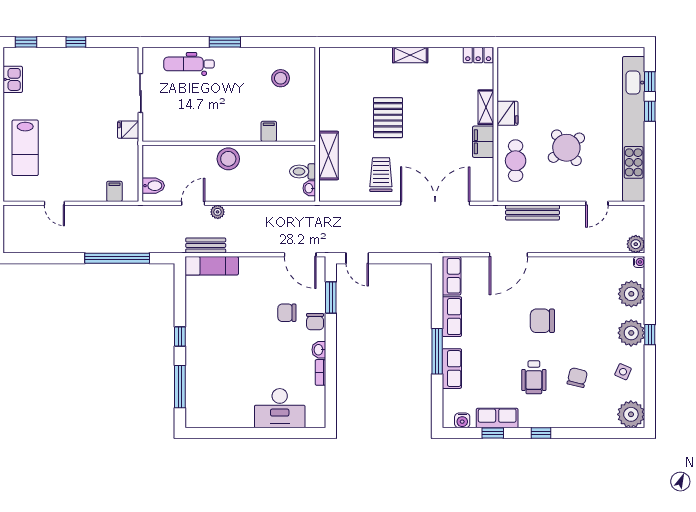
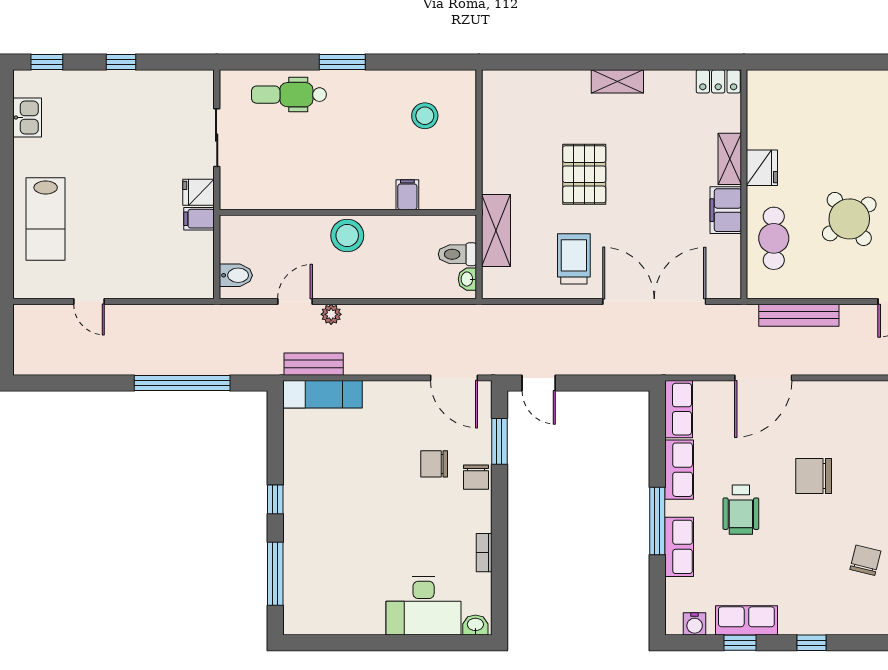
filing cabinet: (114, 191) -> (199, 219), moved, turned -90
washbasin: (319, 350) -> (475, 625), moved, turned 90
wheelchair: (534, 377) -> (741, 510), moved

